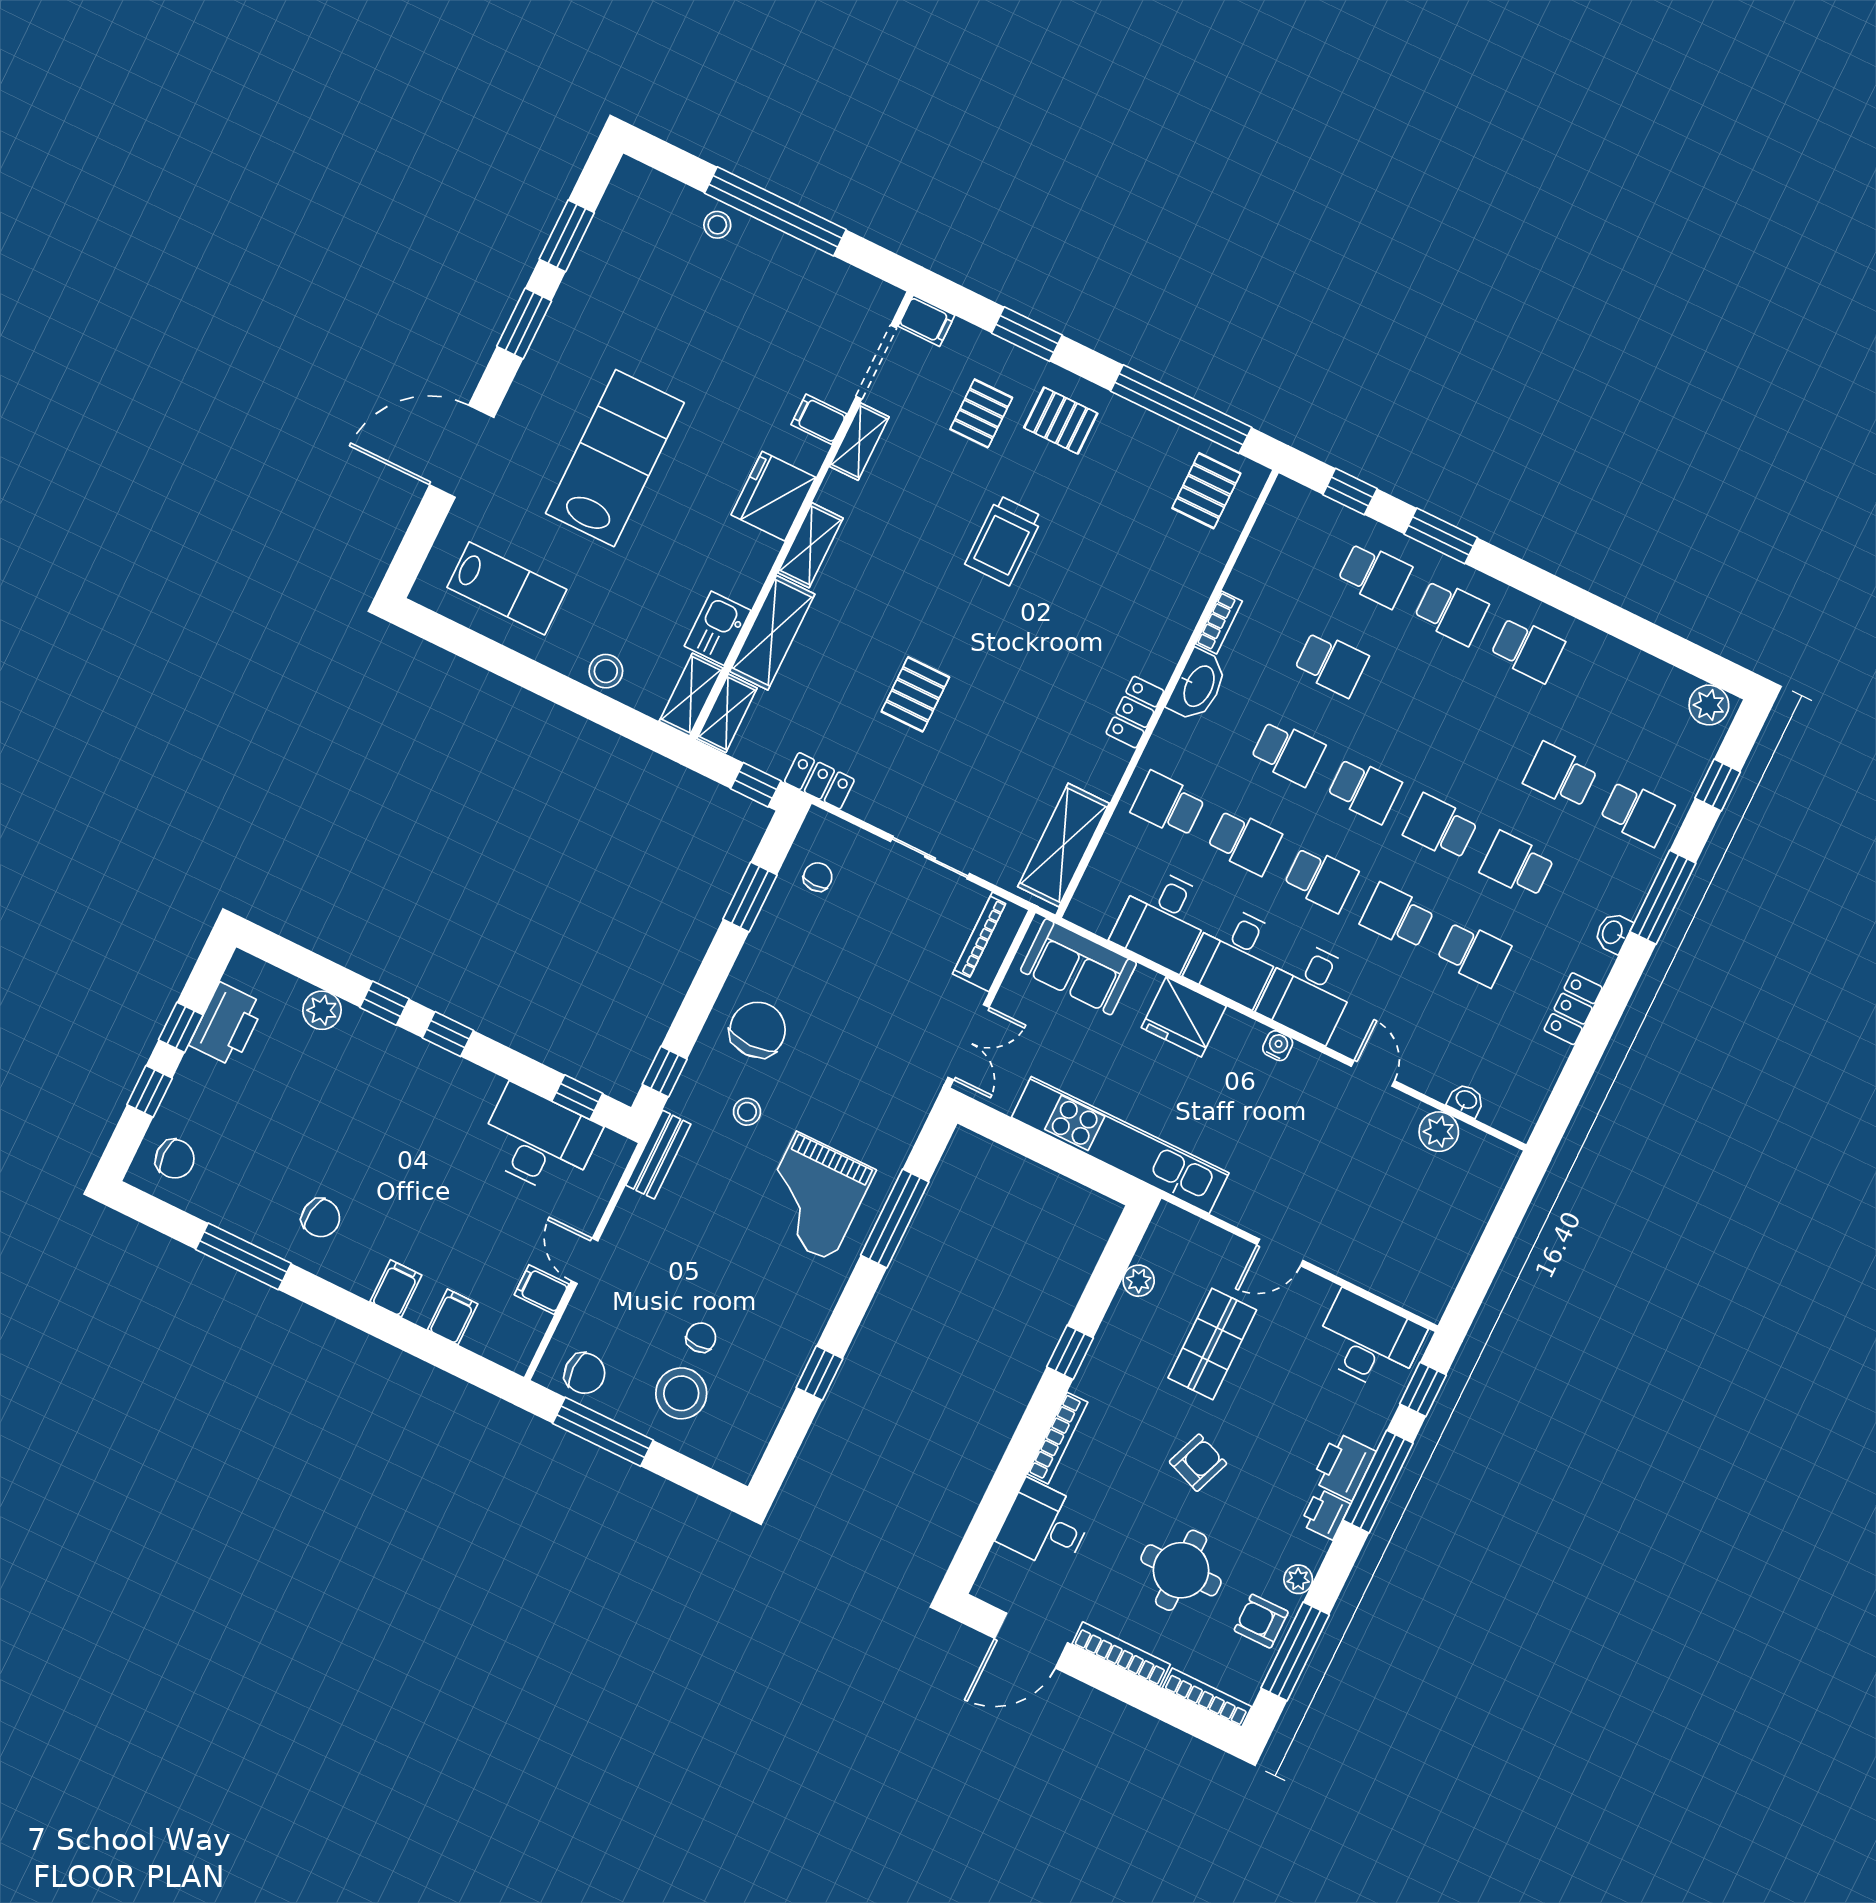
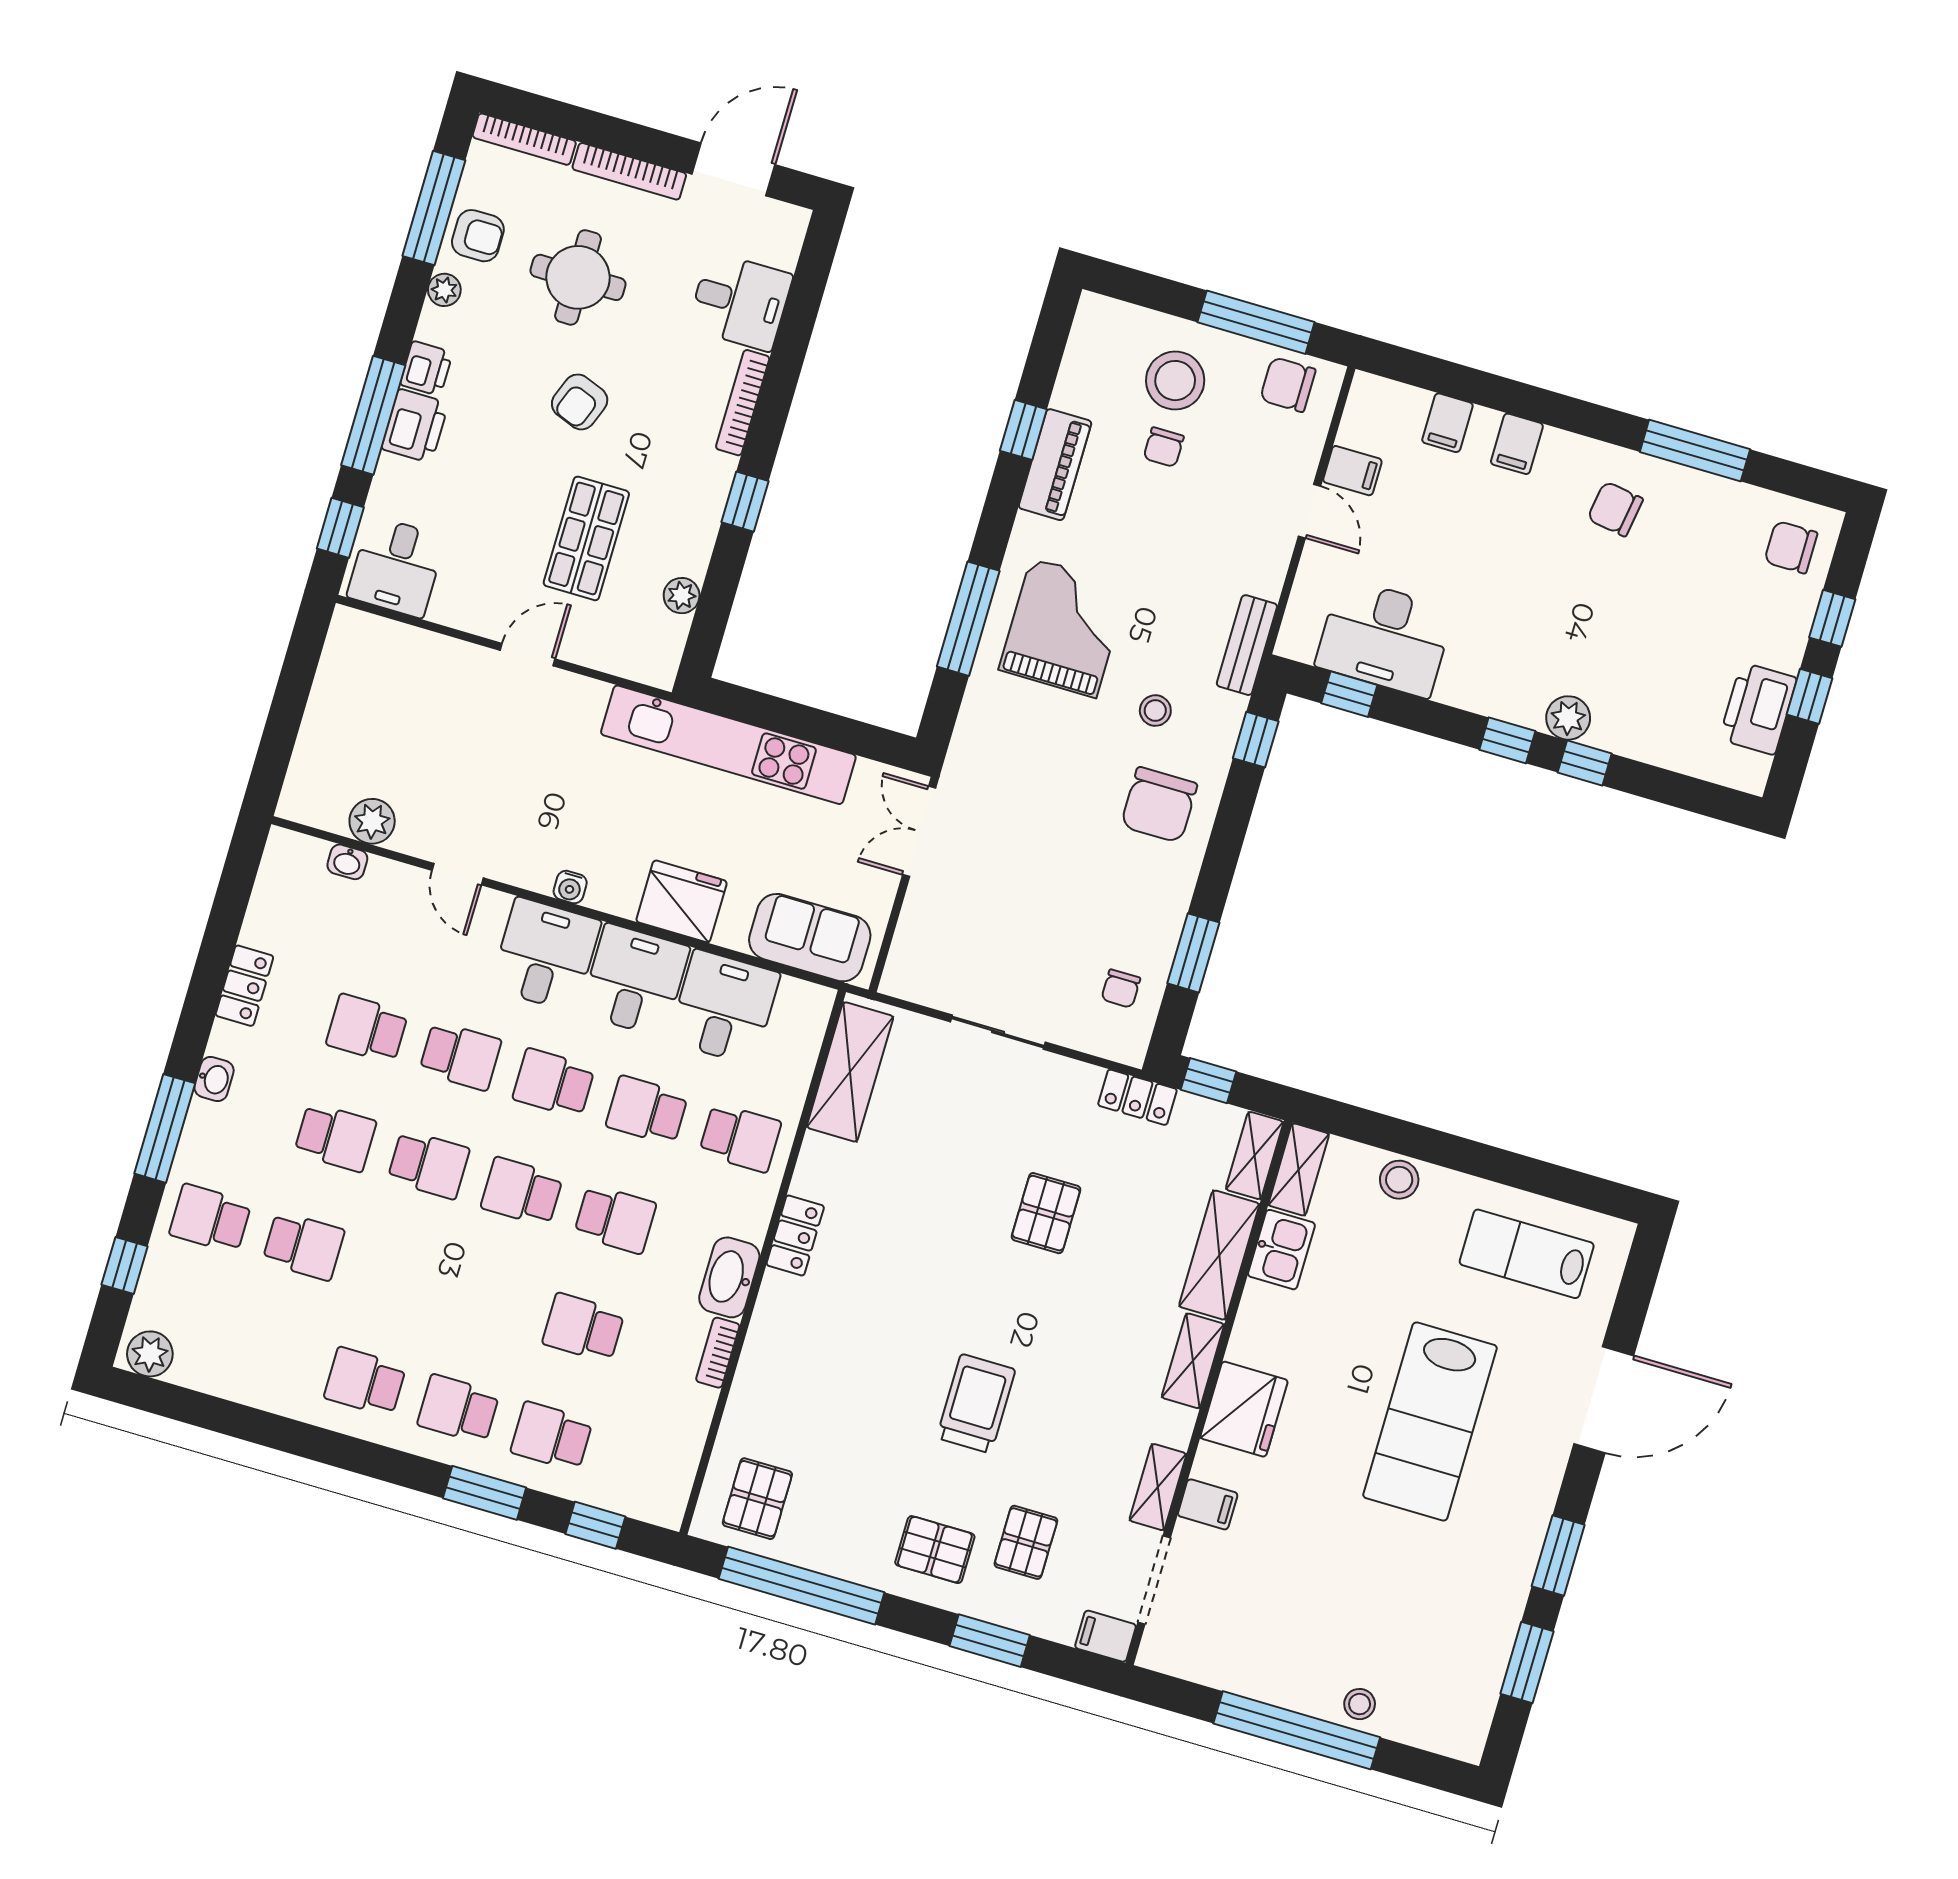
school desk: (1288, 753) -> (615, 1219), turned 180
piano: (991, 942) -> (1055, 465), moved
plant: (322, 1010) -> (1568, 718), moved
desk: (1369, 1342) -> (396, 567), width x0.73

